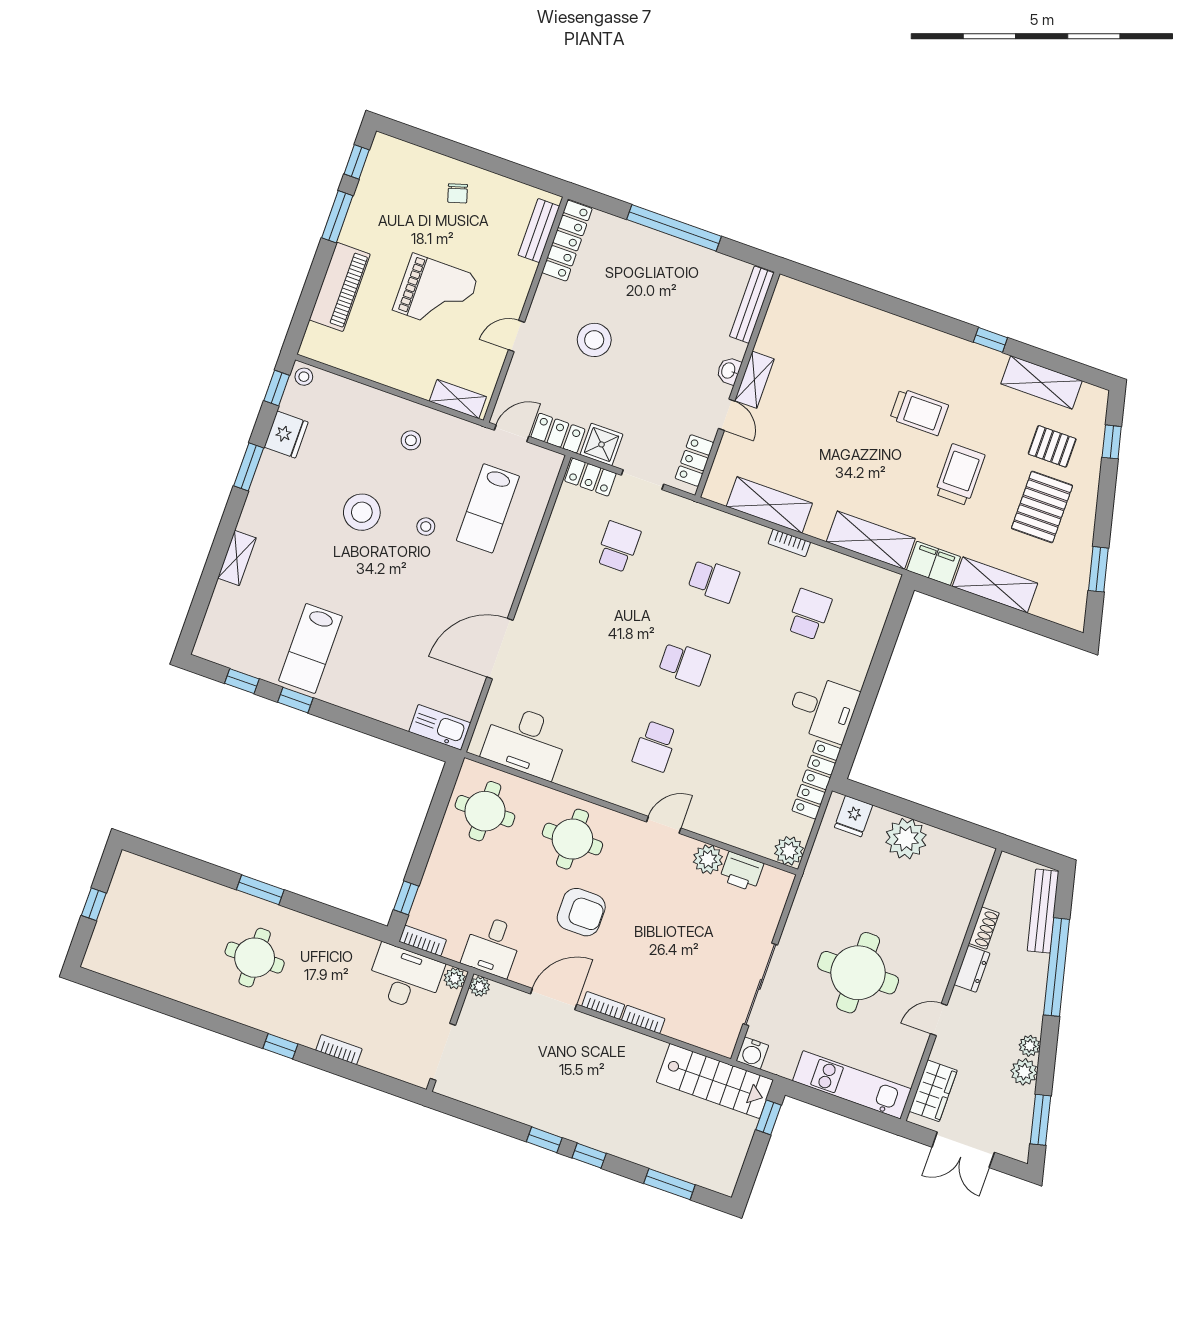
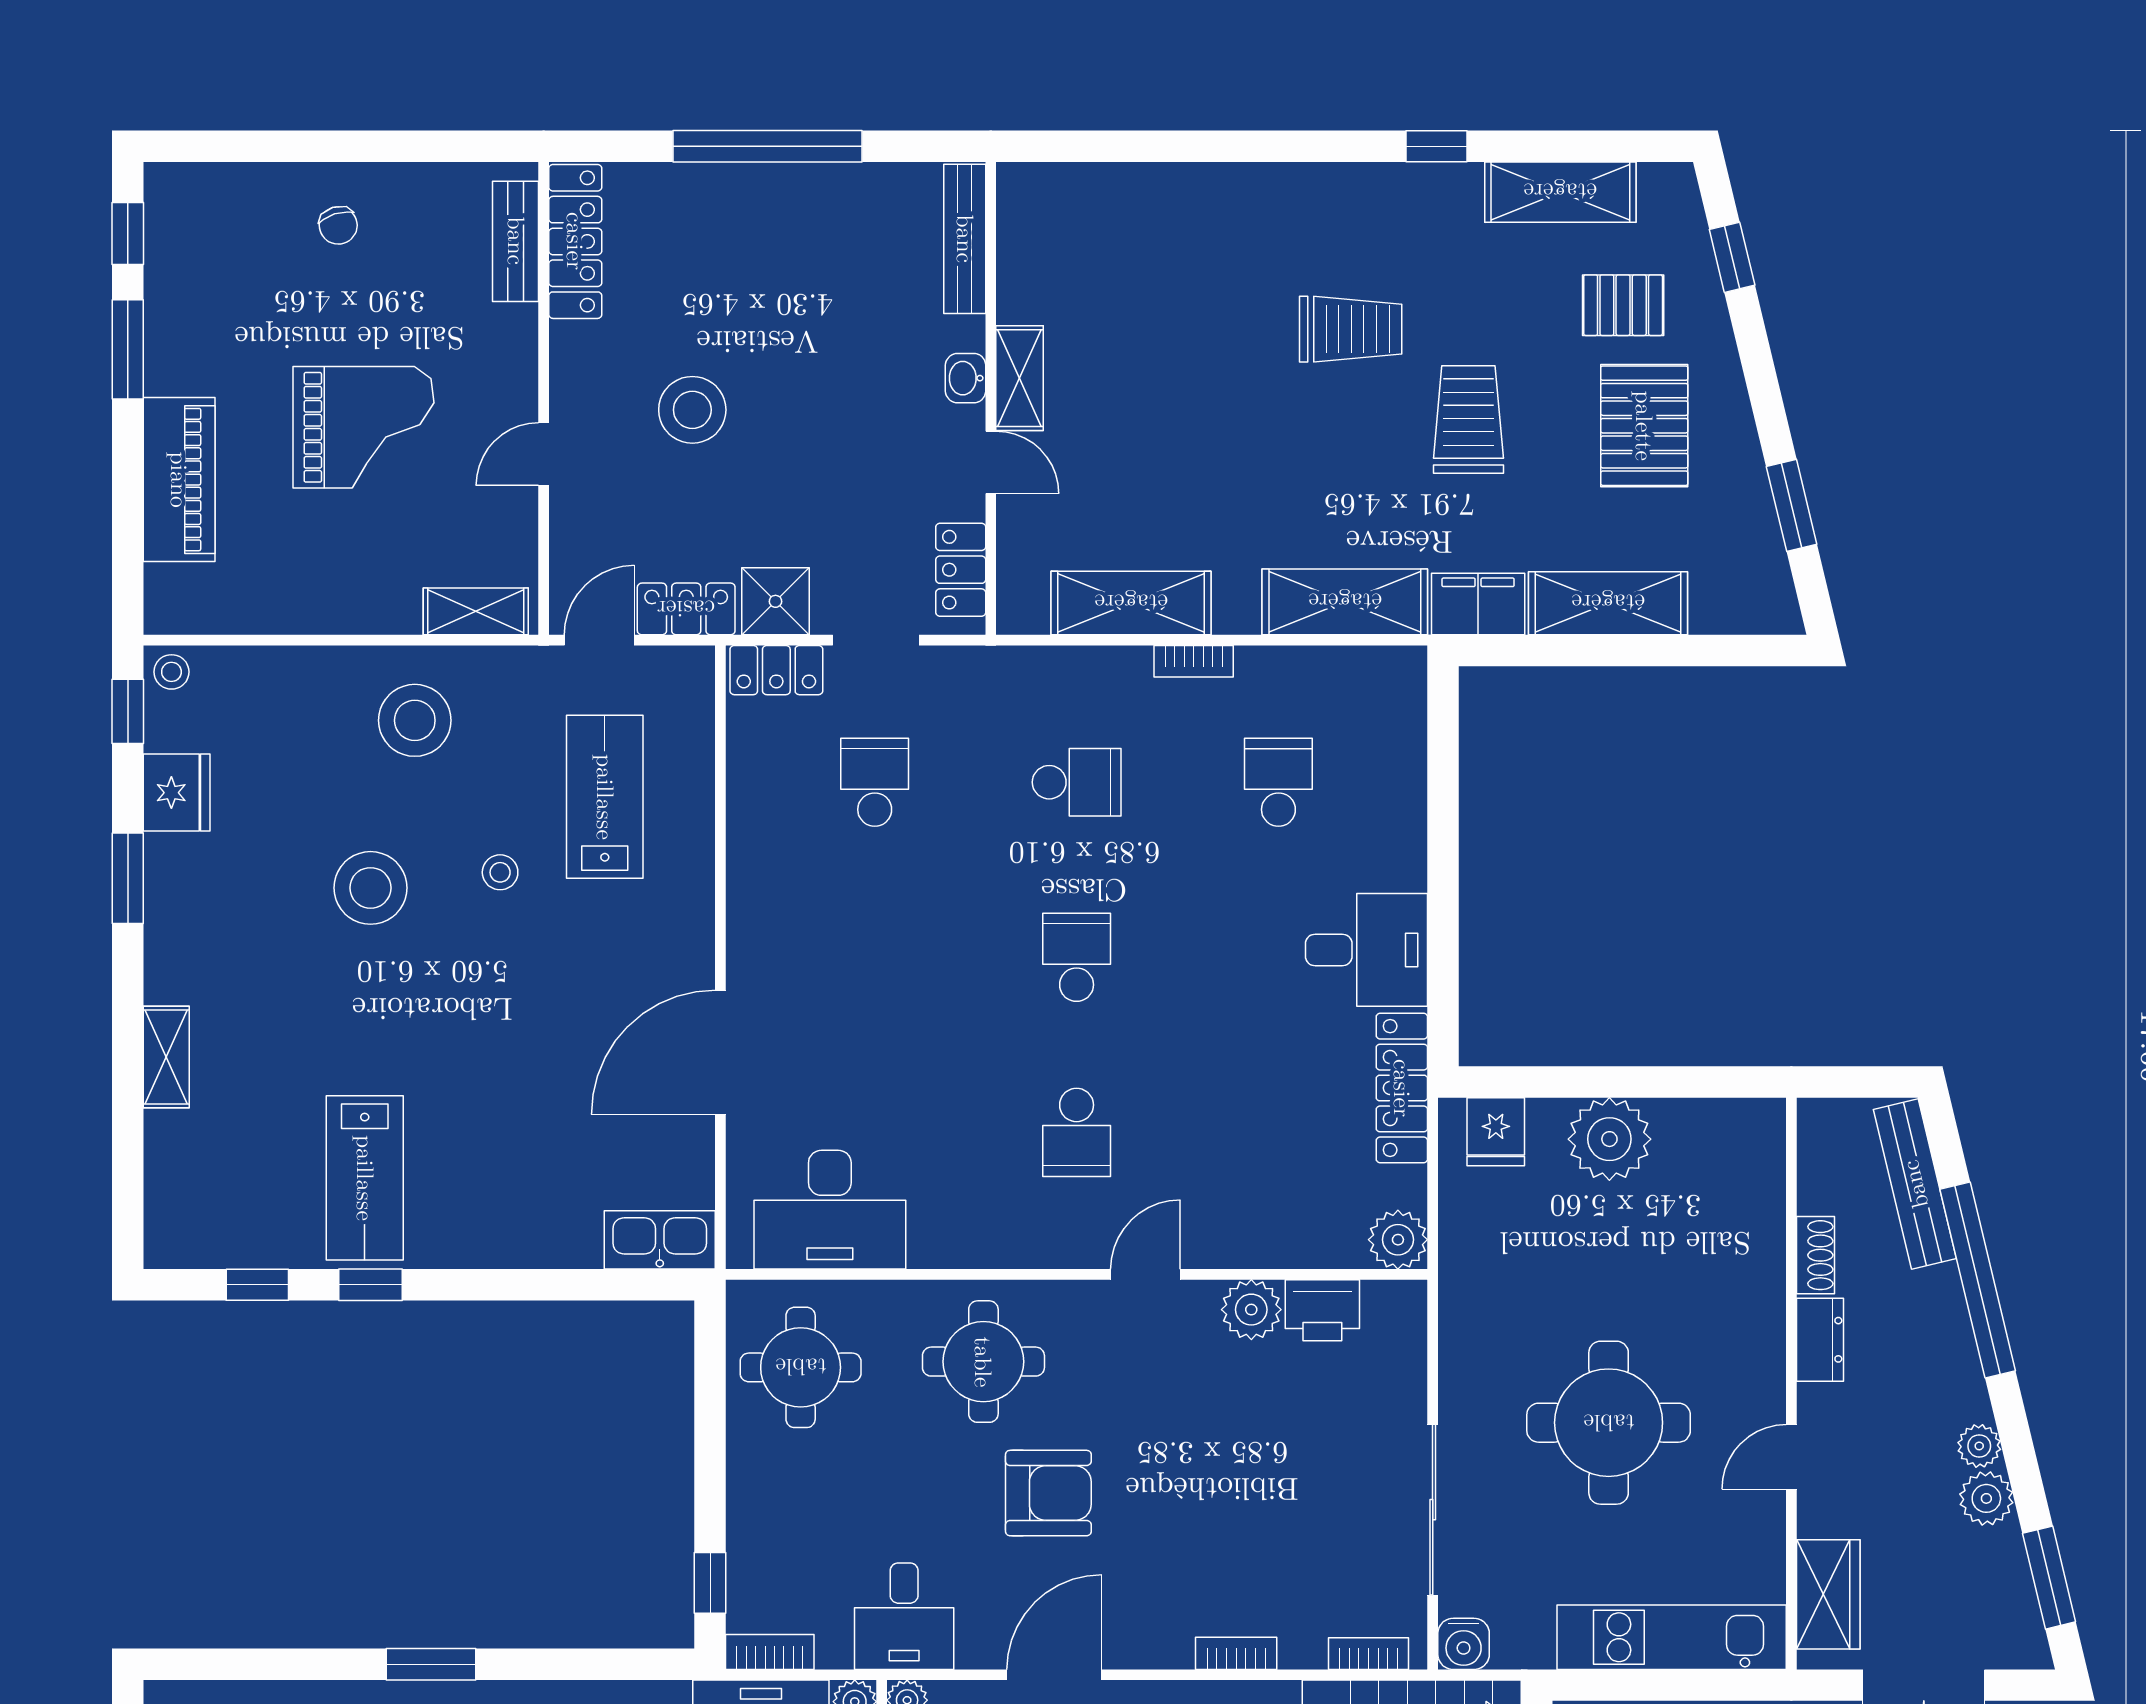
stool: (411, 440) -> (415, 720), width x1.89, depth x1.89
lab bench: (488, 508) -> (605, 797), turned 180
school desk: (684, 663) -> (1077, 957), turned -90
bookcase: (603, 1005) -> (1368, 1654), moved

